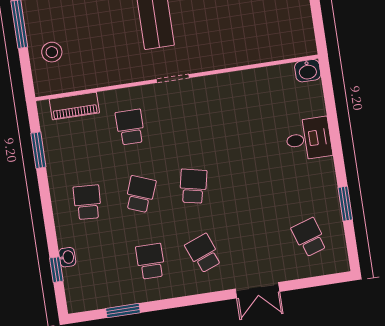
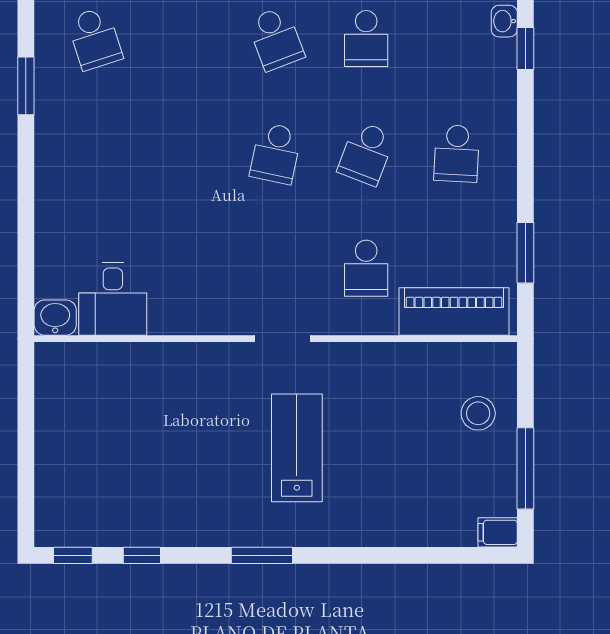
piano: (74, 106) -> (454, 311), width x1.37, depth x1.33
desk: (309, 139) -> (113, 299), moved, turned -90
washbasin: (67, 257) -> (504, 21), moved

